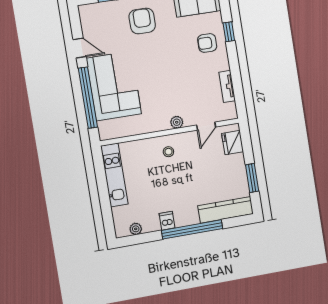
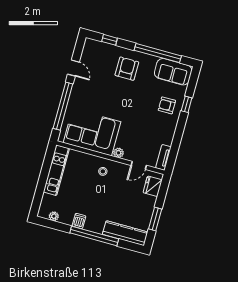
corner sofa: (114, 86) -> (92, 132), moved, turned -90
tv unit: (227, 86) -> (163, 157), moved

